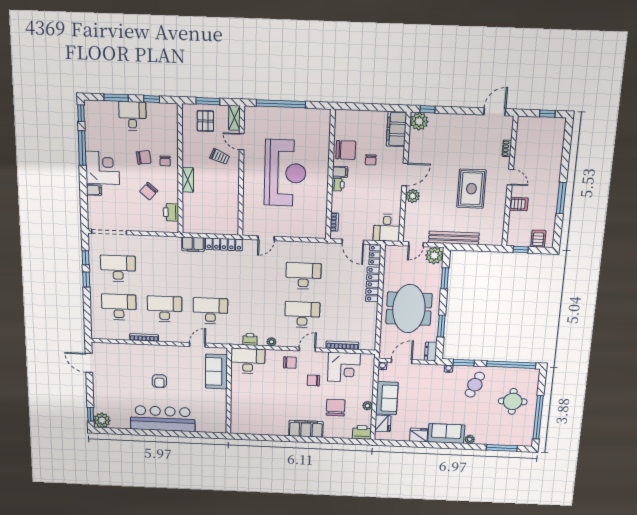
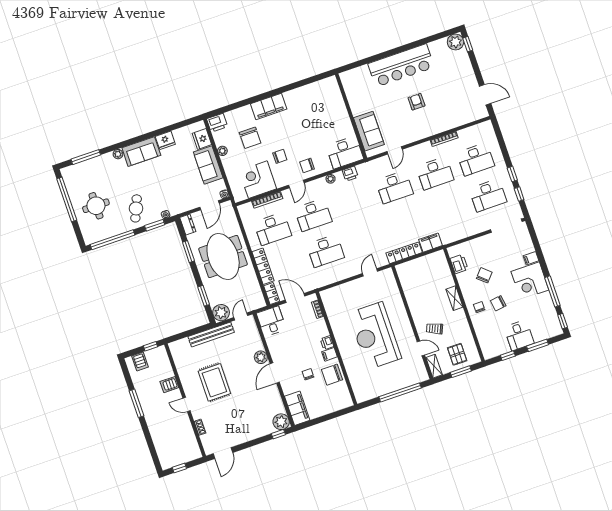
desk: (348, 316) -> (273, 229), added

